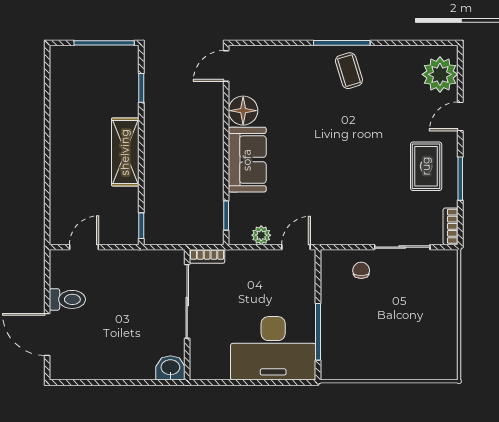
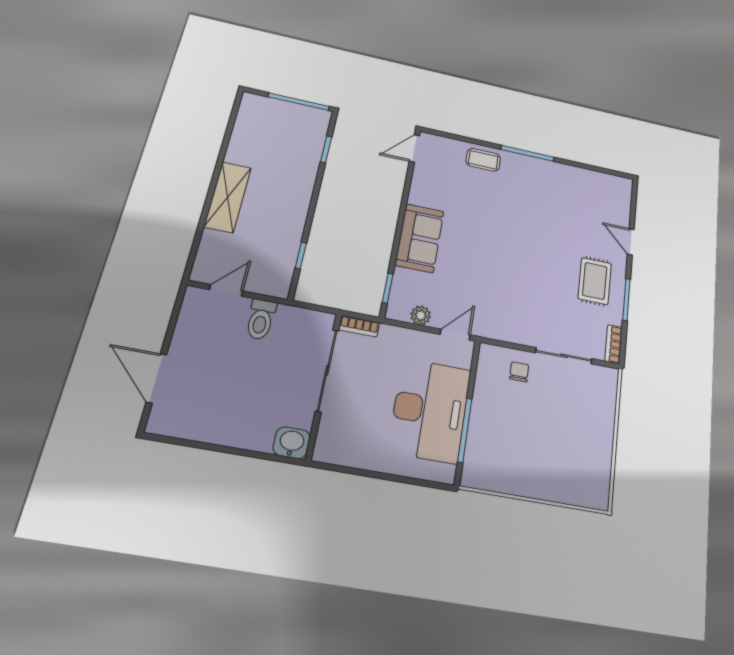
coffee table: (349, 71) -> (483, 160), moved, turned -73
plant: (440, 74) -> (615, 201), removed
floor lamp: (243, 111) -> (424, 192), removed
door: (460, 116) -> (631, 242), hinge flipped
shelving: (125, 152) -> (228, 197), moved
window: (141, 226) -> (301, 255), moved
toilet: (67, 299) -> (261, 319), moved, turned 90
desk: (273, 348) -> (430, 410), moved, turned -90

